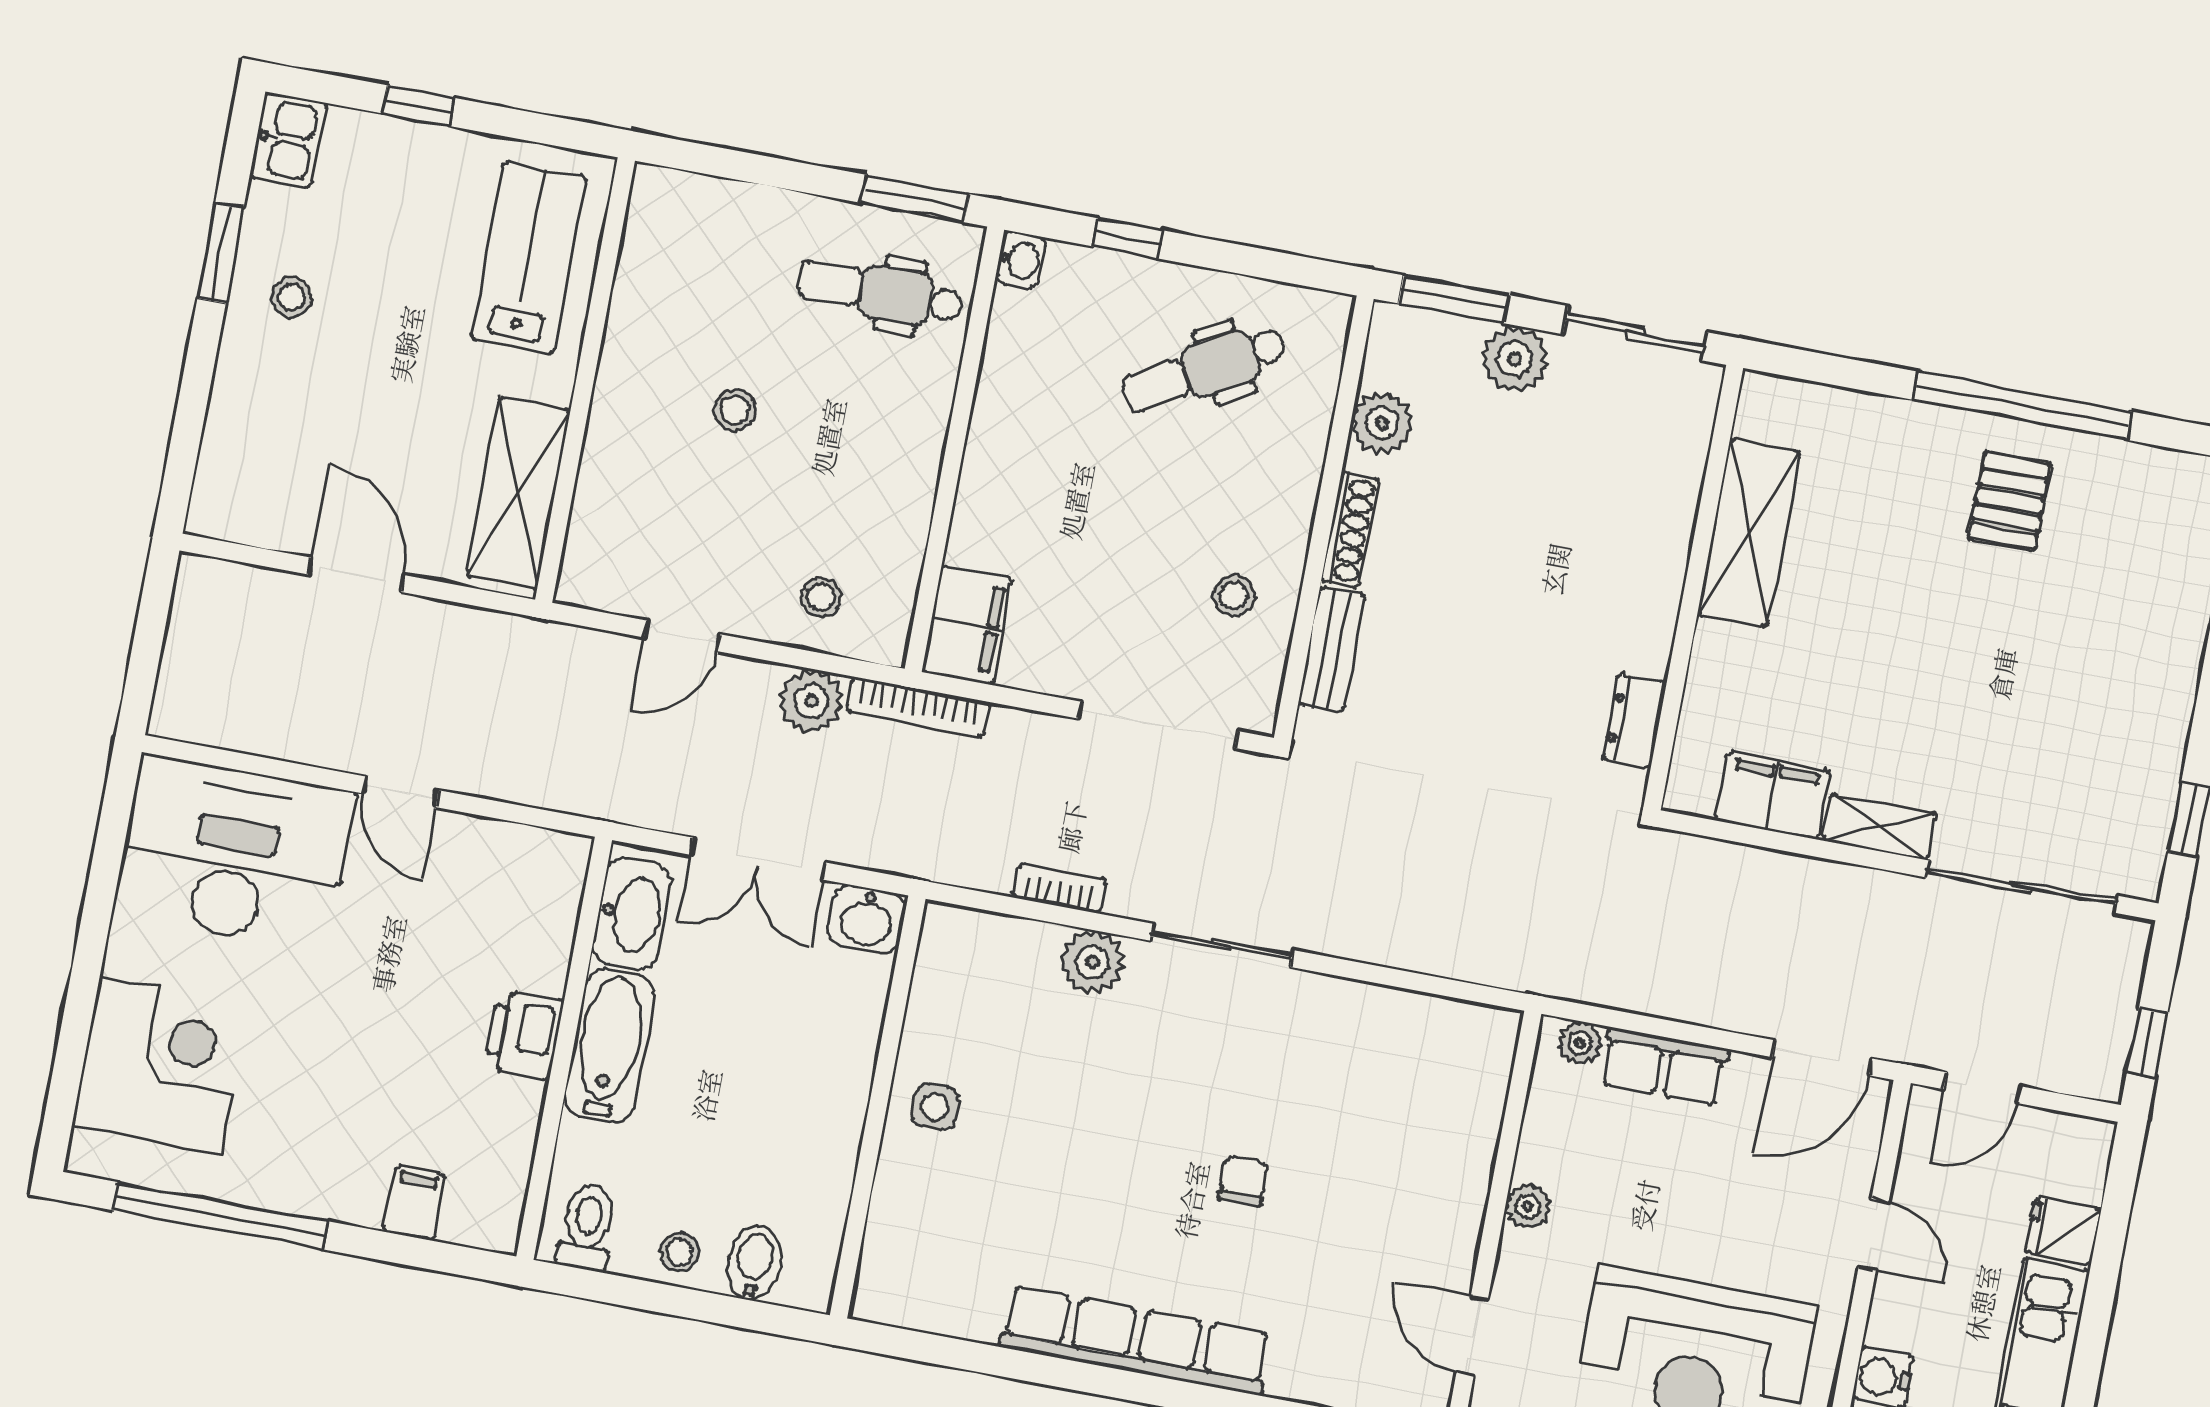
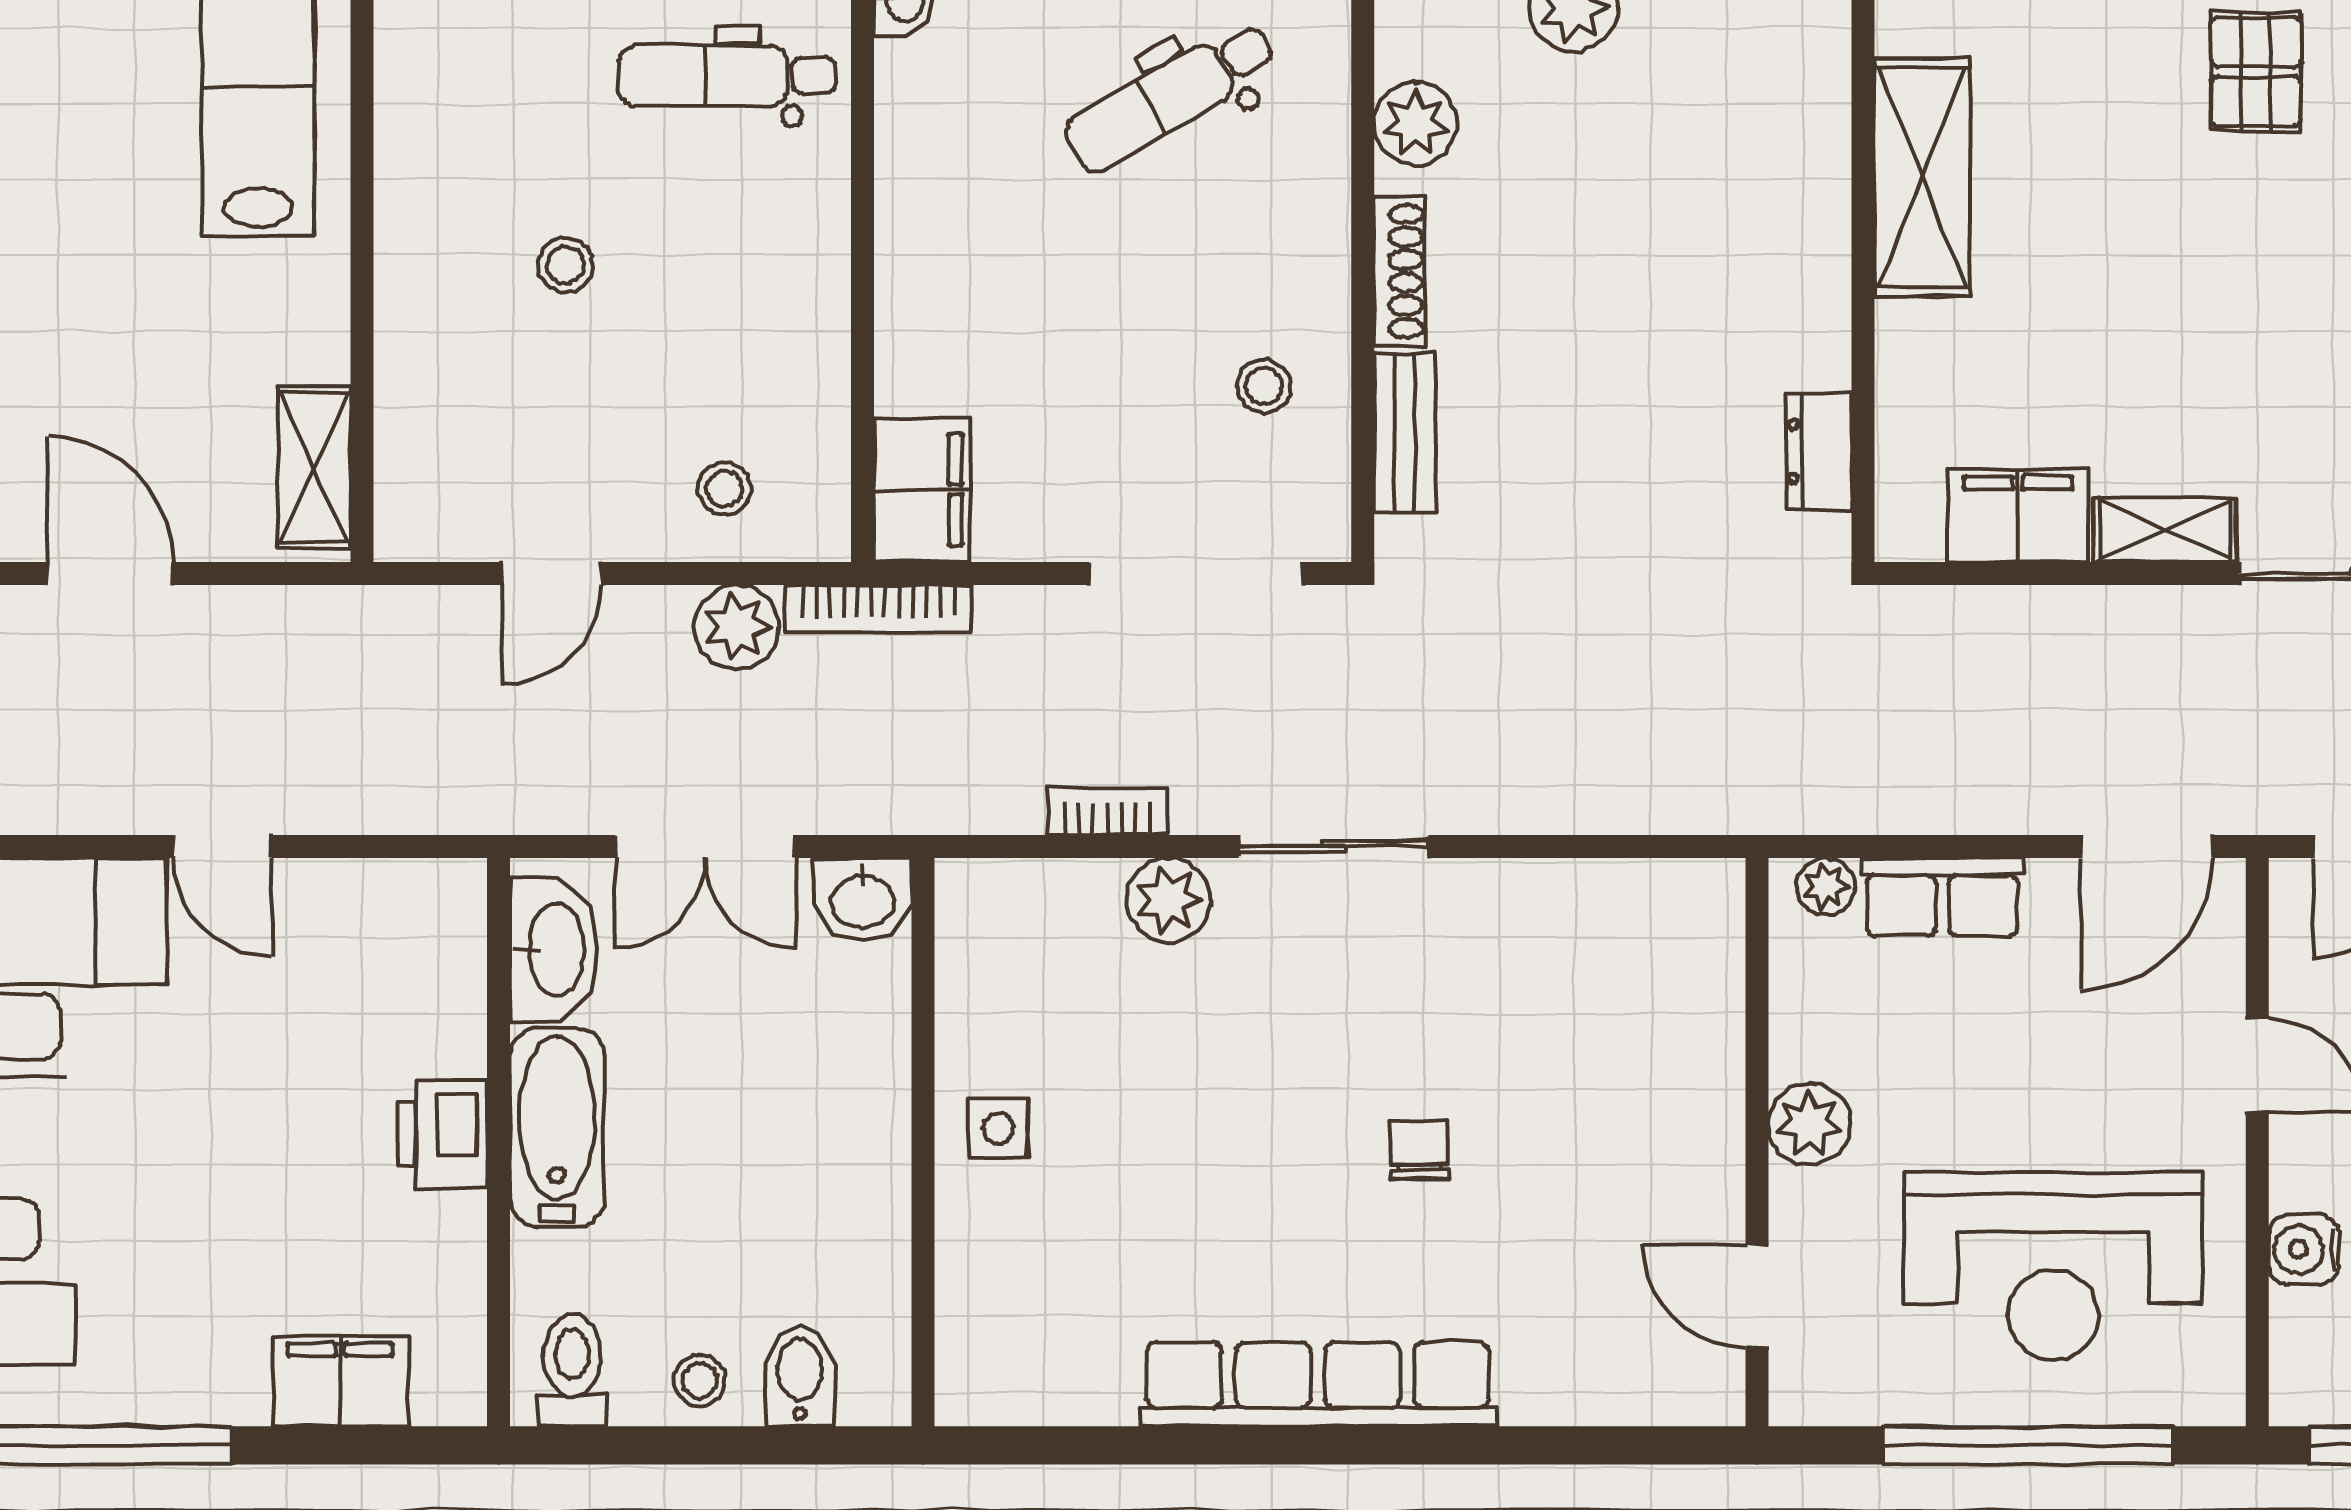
shelving: (518, 493) -> (314, 467), width x0.67, depth x0.75
filing cabinet: (414, 1203) -> (340, 1381), width x2.00
plant: (1528, 1206) -> (1809, 1124), width x1.38, depth x1.38

